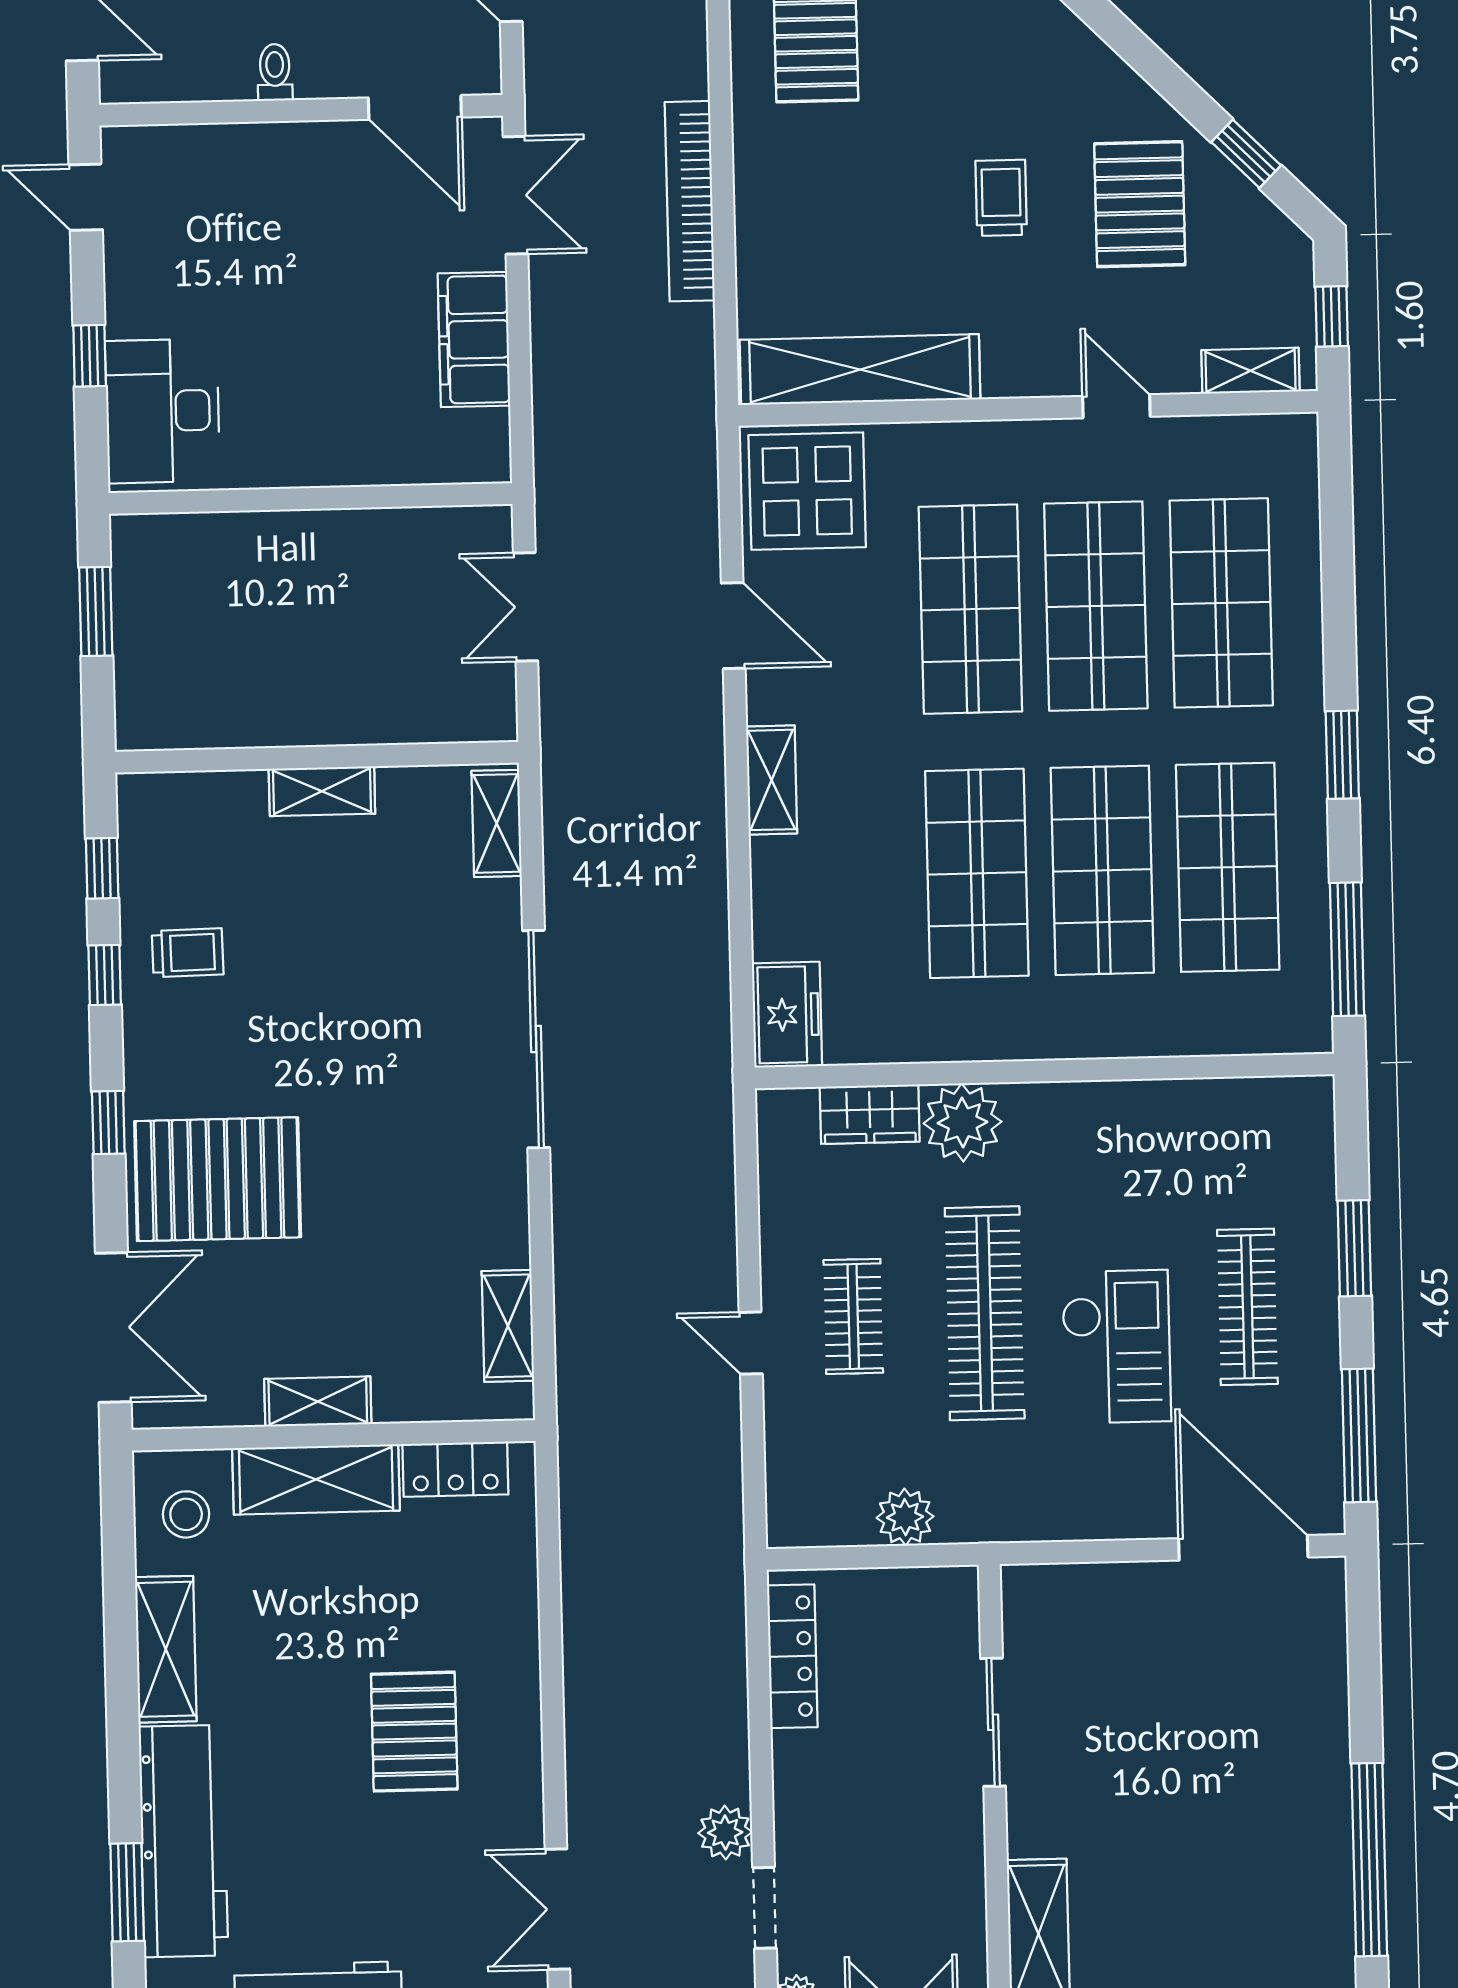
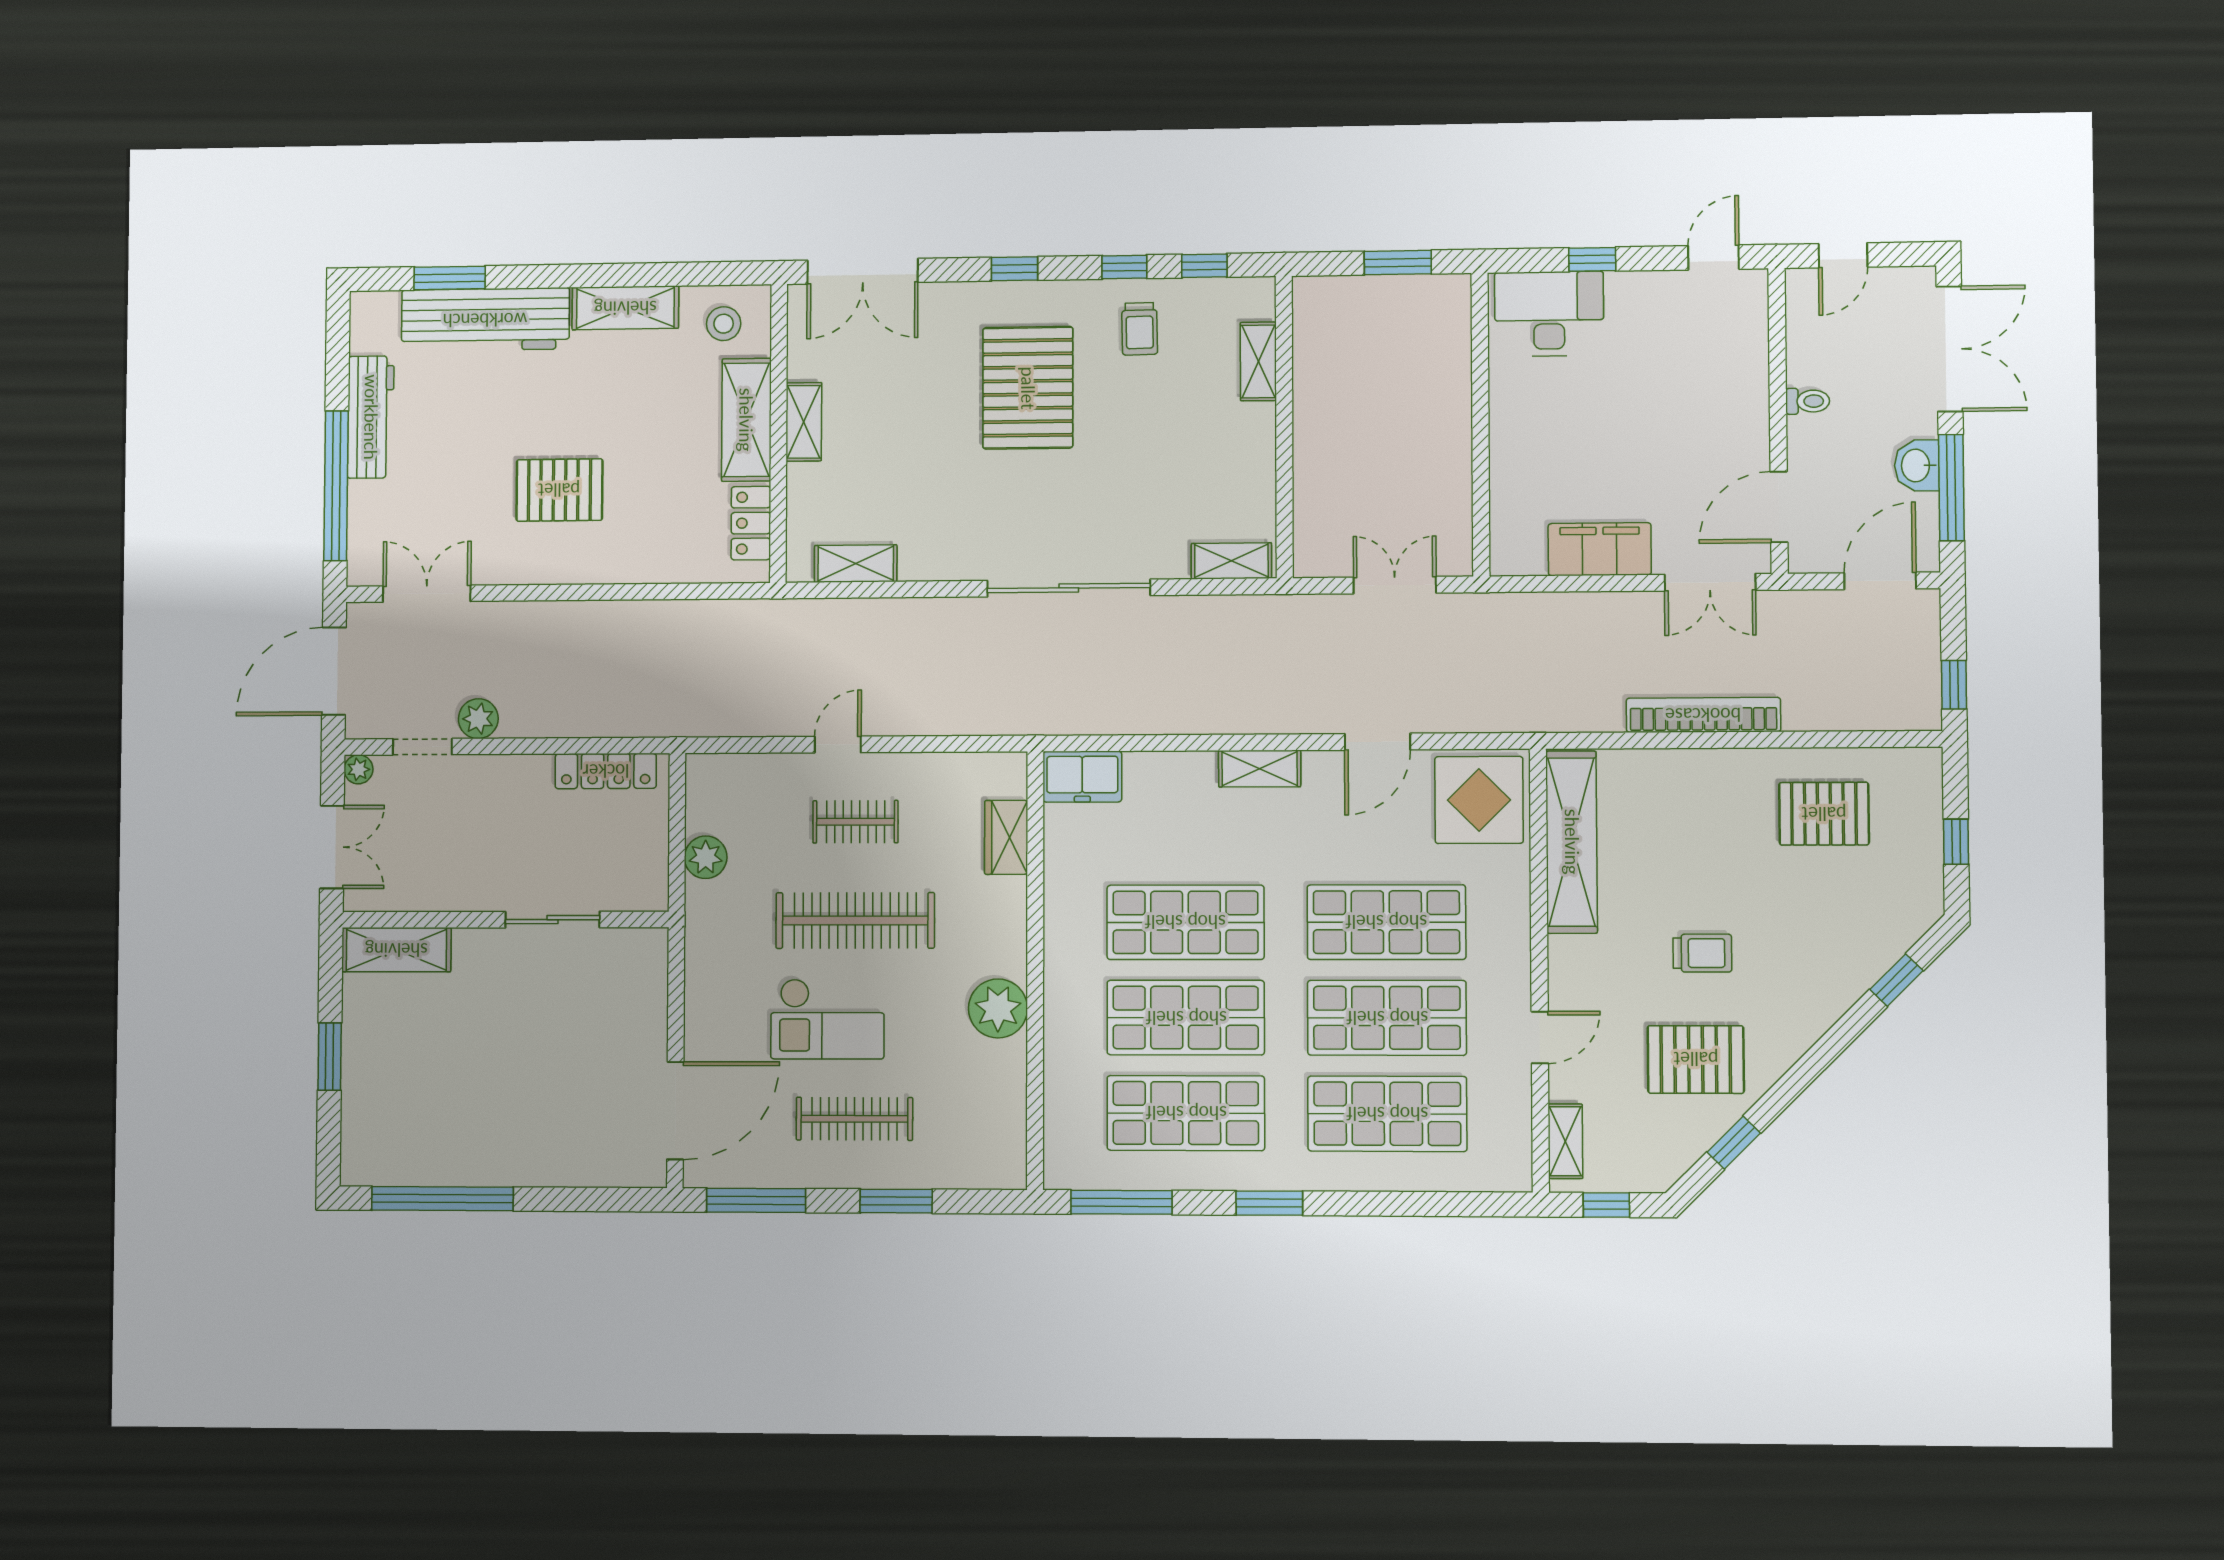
shelving: (322, 791) -> (1258, 361), moved
plant: (963, 1122) -> (998, 1008), moved
pallet: (218, 1179) -> (1028, 388), moved

